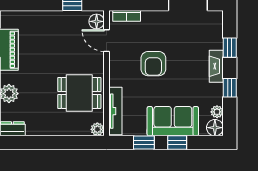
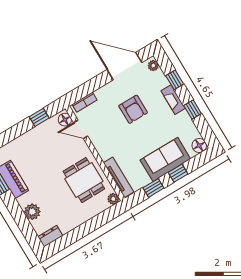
armchair: (153, 64) -> (133, 109), moved
dining table: (79, 93) -> (84, 180), turned 90
plant: (217, 112) -> (153, 66), moved

